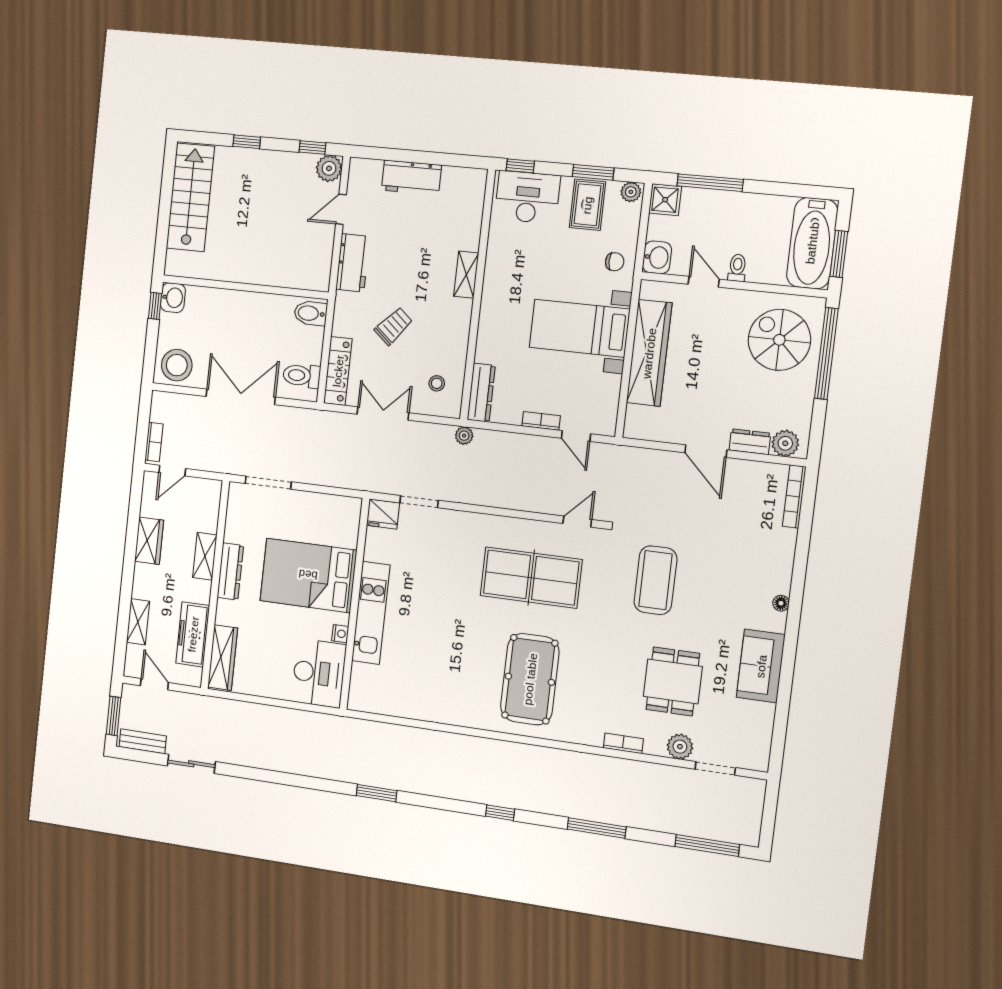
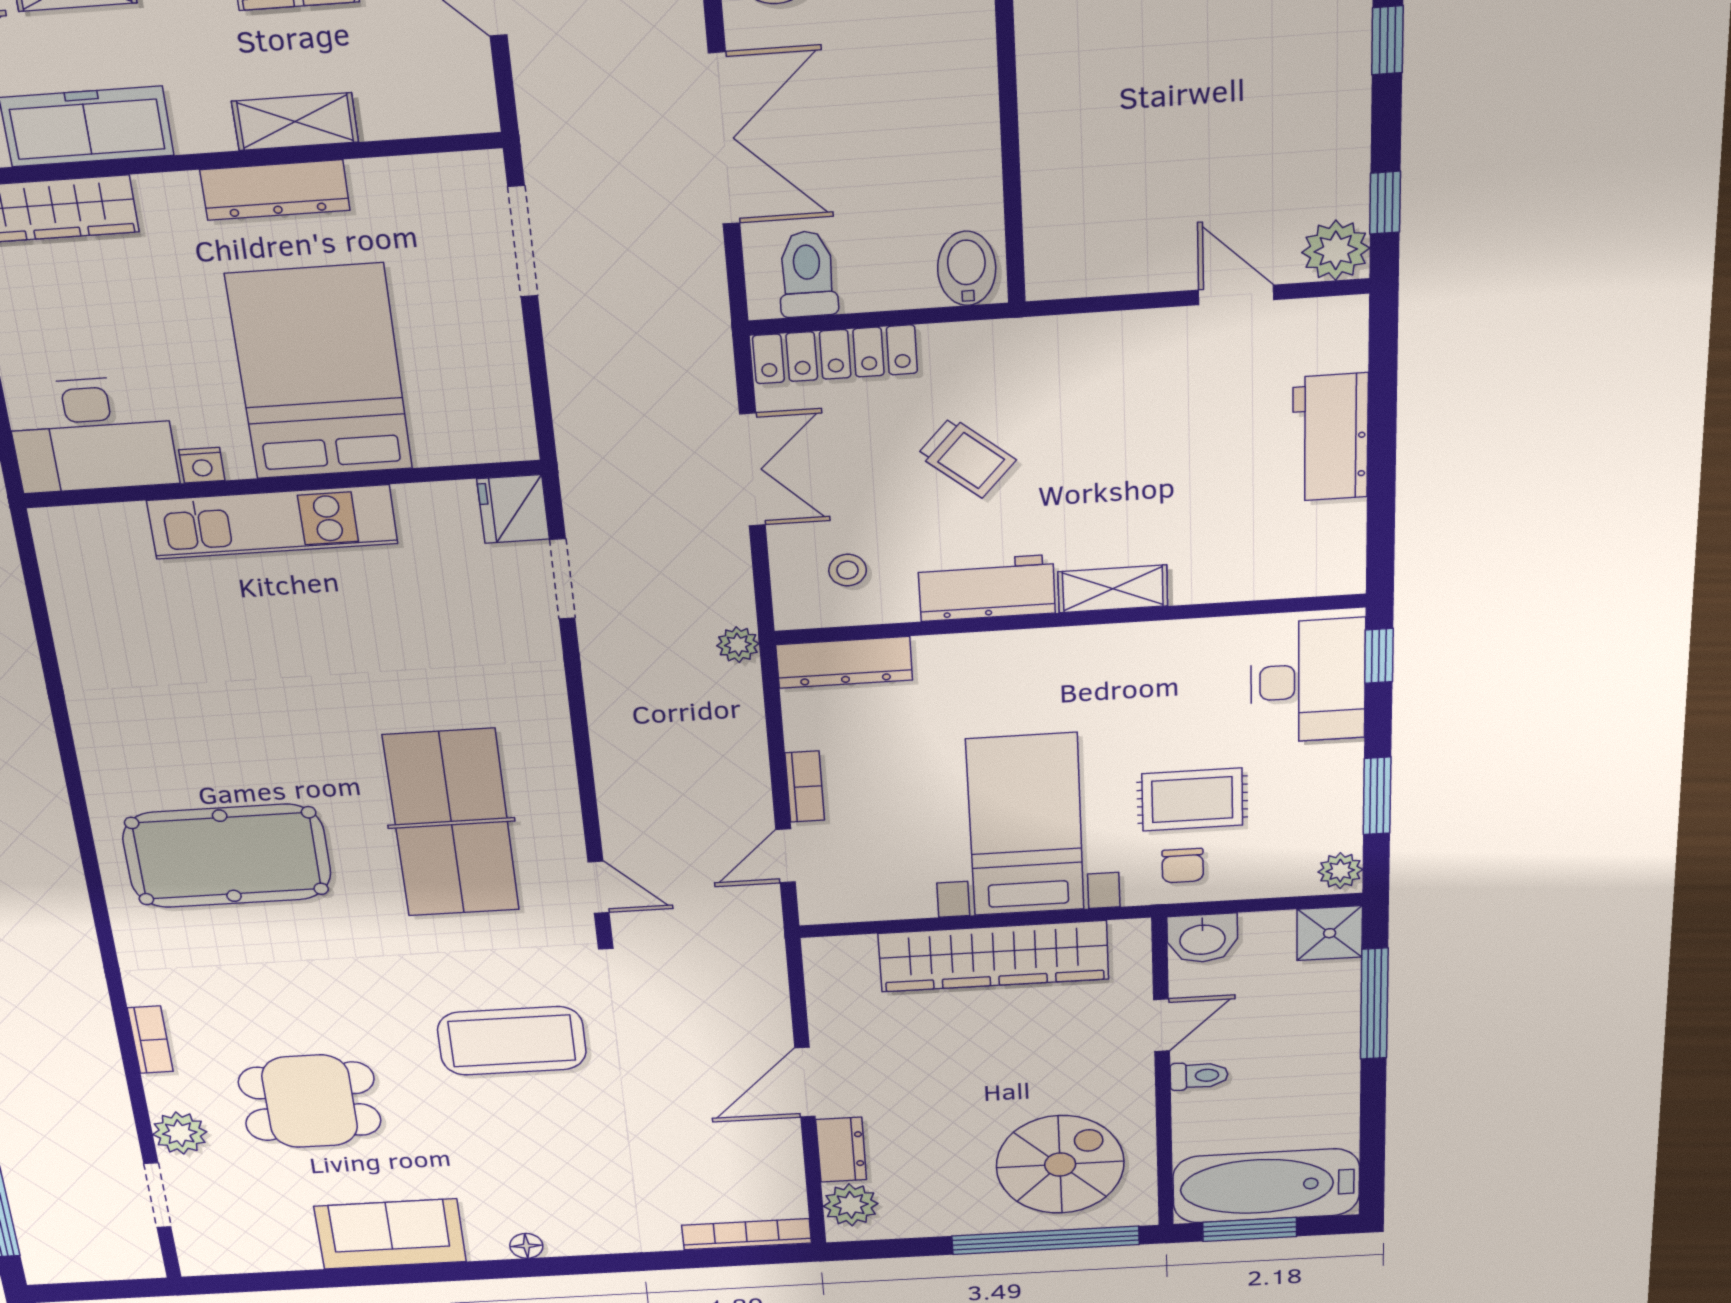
rug: (587, 205) -> (1192, 800), moved
workbench: (353, 263) -> (987, 588), moved, turned 180

